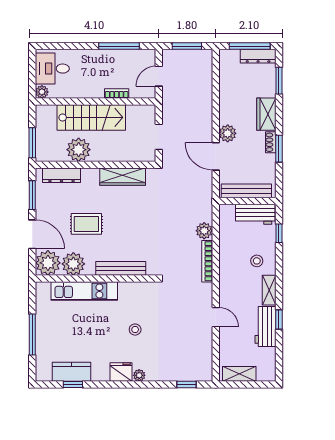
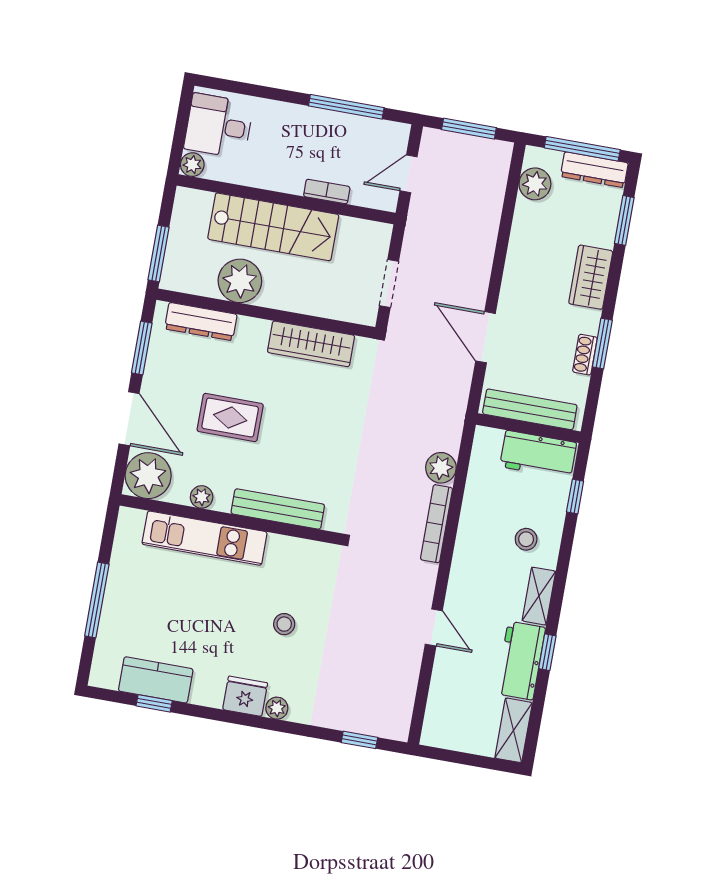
plant: (228, 133) -> (535, 184), moved
shoe rack: (271, 142) -> (585, 355), moved
plant: (73, 264) -> (202, 497), width x0.53, depth x0.53
shelving: (239, 374) -> (514, 730), moved, turned 90

